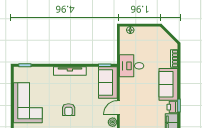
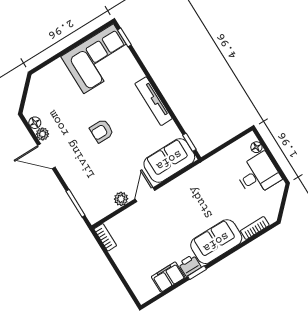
desk: (132, 66) -> (258, 174), moved, turned 90
corner sofa: (28, 103) -> (99, 59), moved
door: (118, 108) -> (145, 195), hinge flipped

